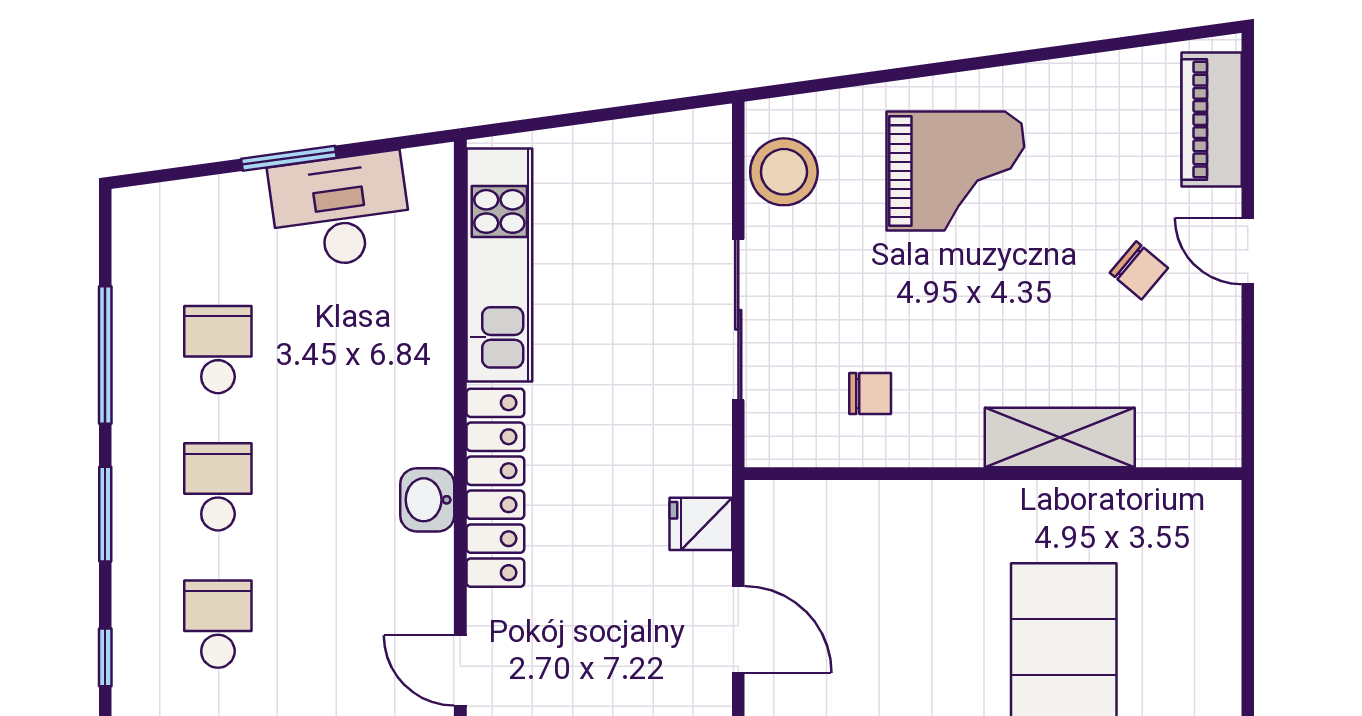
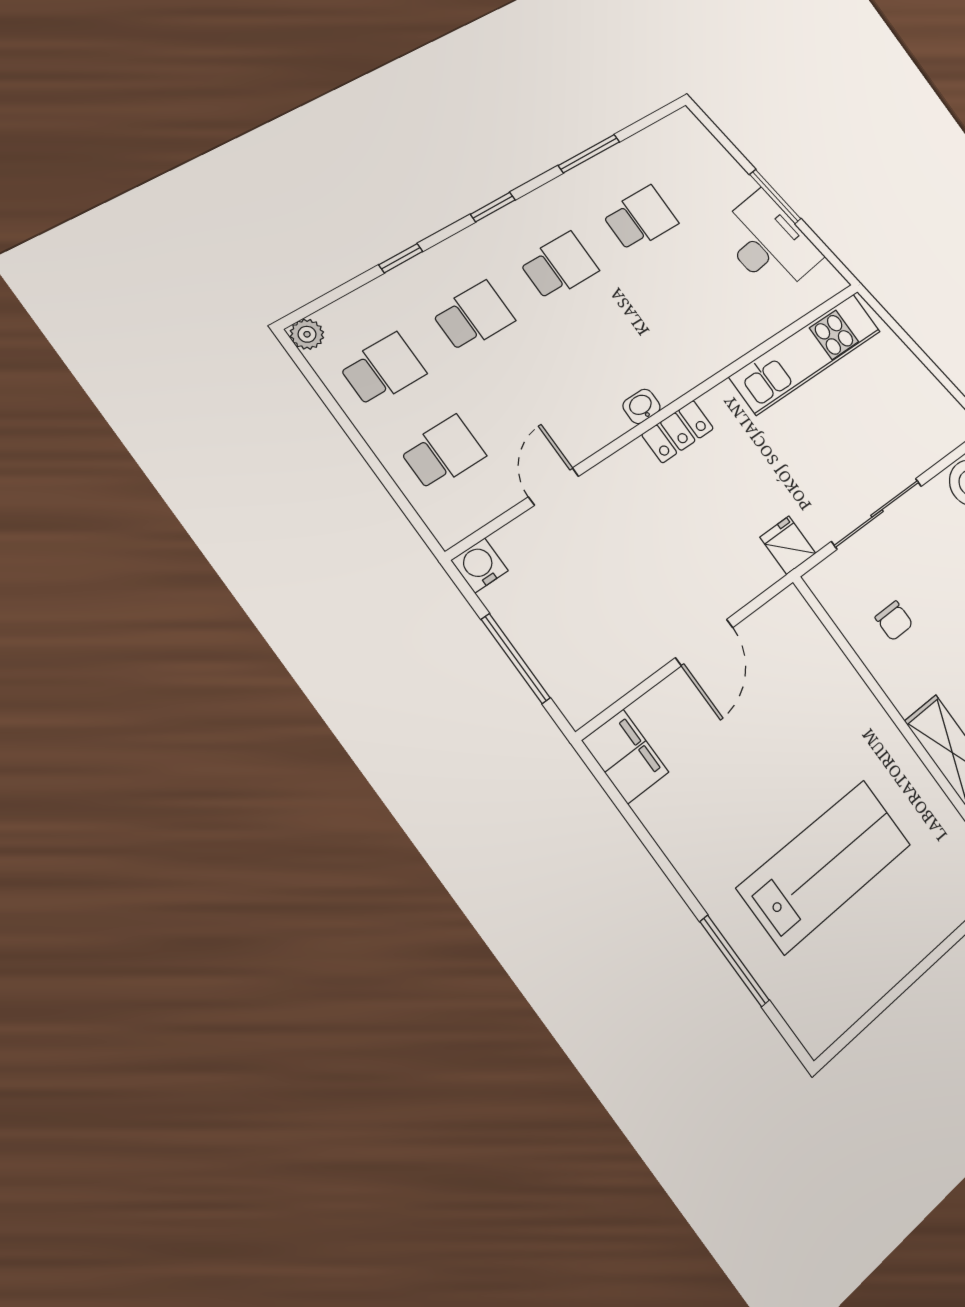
window: (105, 355) -> (589, 154), width x0.69
locker: (495, 488) -> (678, 432), width x0.46, depth x0.83
washbasin: (427, 500) -> (642, 406), width x0.72, depth x0.69
window: (105, 514) -> (493, 207), width x0.67
fridge: (701, 524) -> (788, 545), moved

